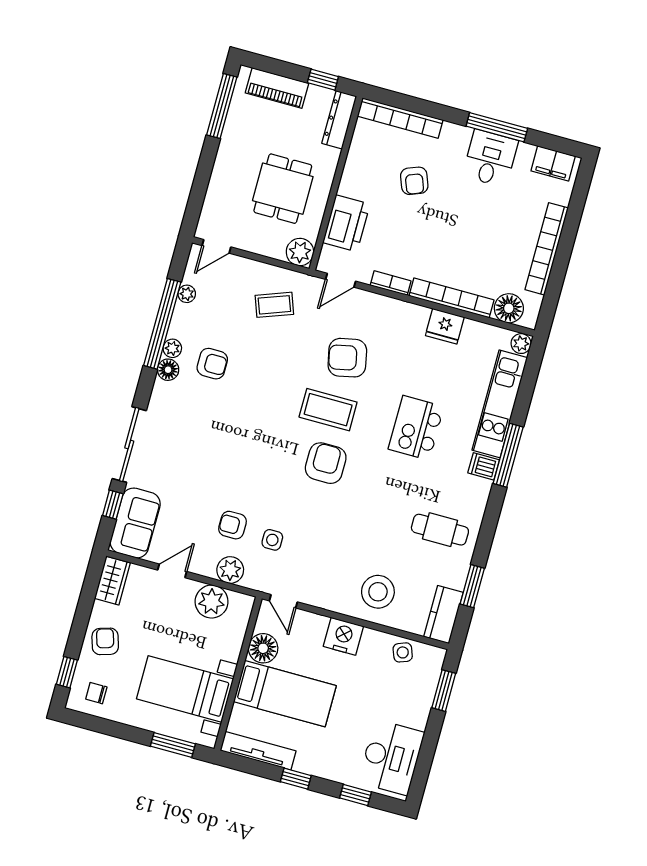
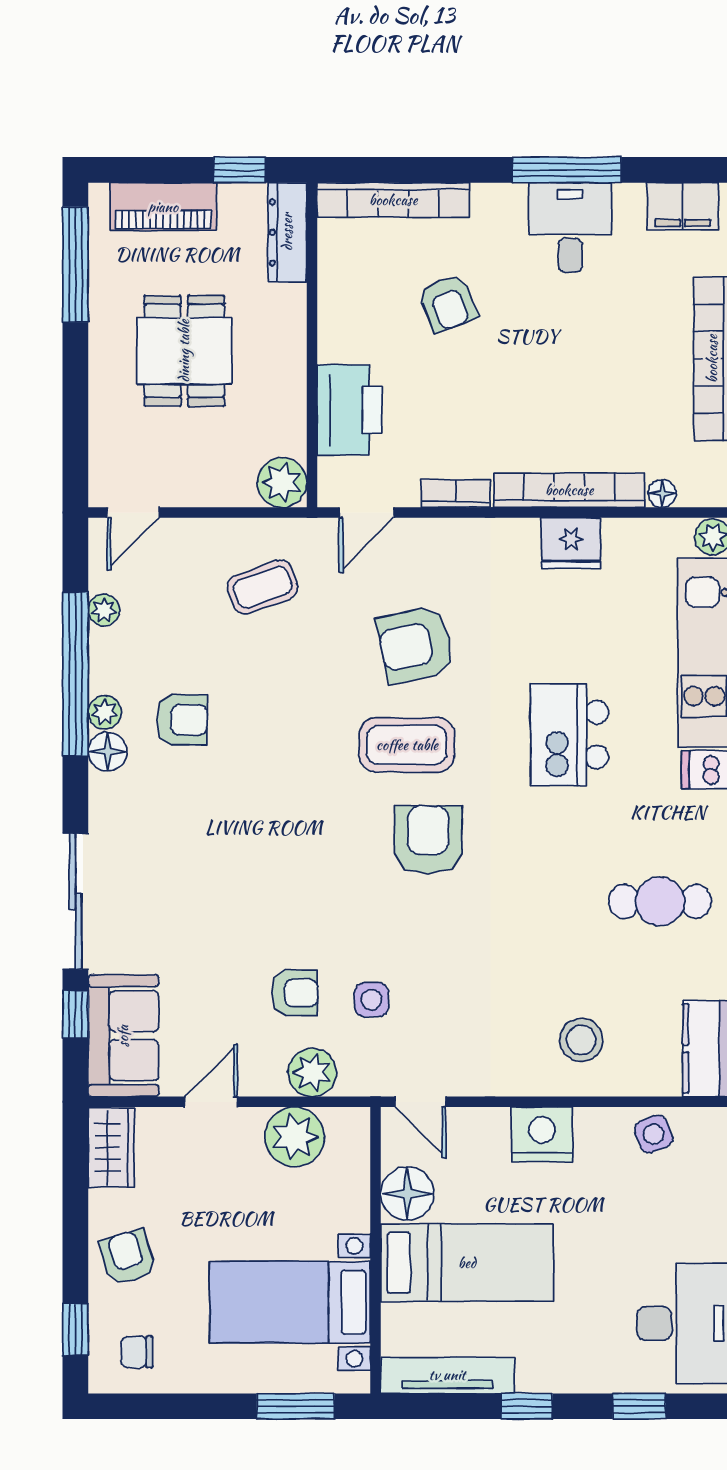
dining table: (283, 189) -> (184, 351), moved
floor lamp: (509, 308) -> (662, 493), width x0.53, depth x0.53
armchair: (233, 525) -> (295, 993), turned 180
stool: (378, 592) -> (581, 1040), width x0.73, depth x0.73

